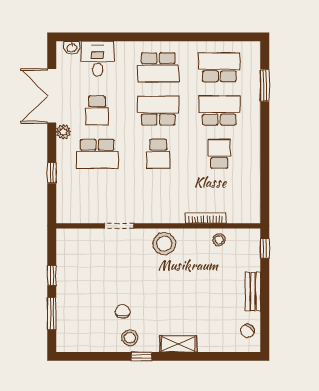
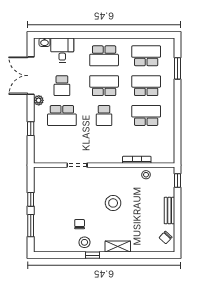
school desk: (219, 154) -> (146, 116), width x1.85
stool: (164, 244) -> (113, 203), moved

